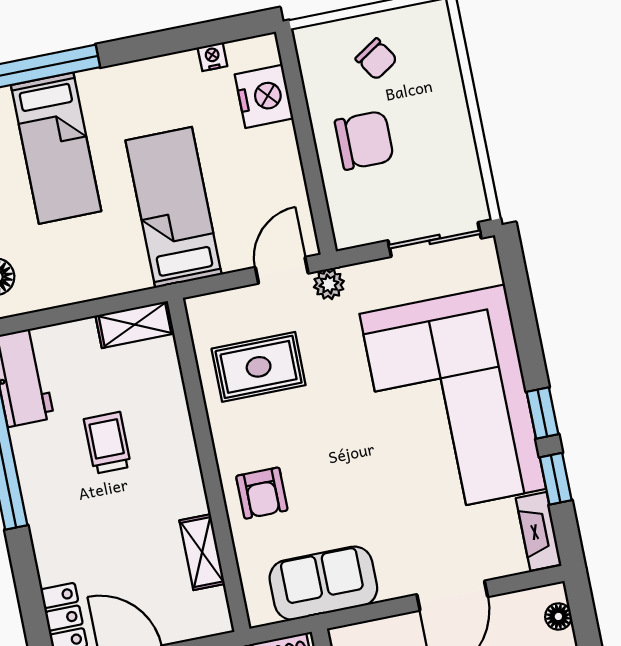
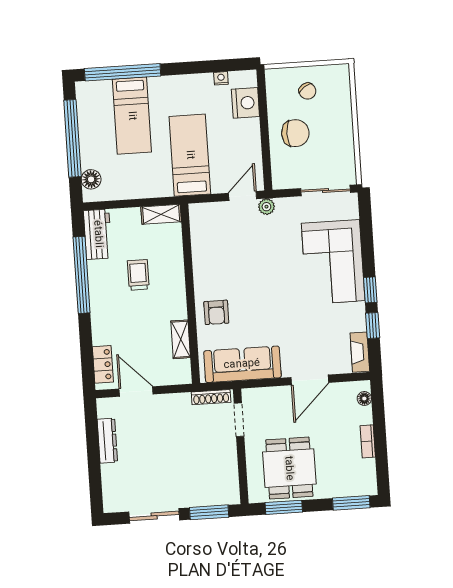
rug: (259, 367) -> (223, 245), removed
corner sofa: (453, 401) -> (333, 262), width x0.73, depth x0.74
sofa: (323, 583) -> (242, 364), width x1.36

